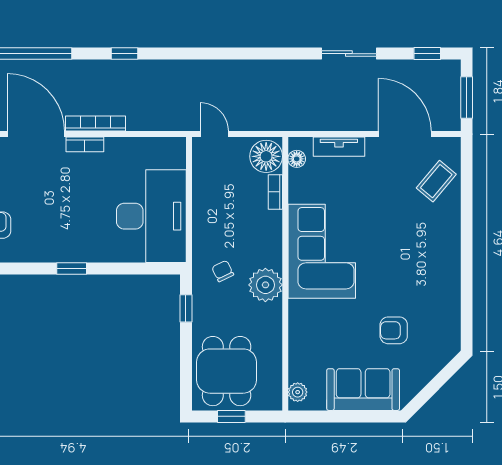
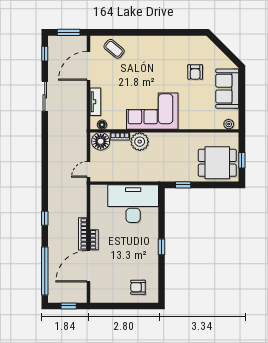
chair: (223, 271) -> (163, 165), removed
plant: (265, 285) -> (140, 142), moved

